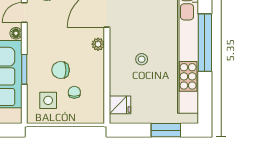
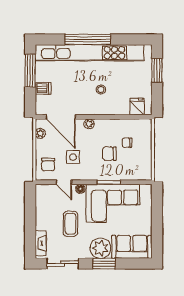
chair: (61, 70) -> (109, 154), turned 90
side table: (48, 100) -> (73, 157), moved

